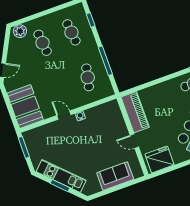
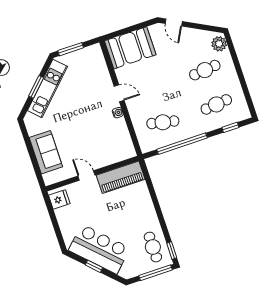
window: (105, 61) -> (182, 144), width x1.46
door: (64, 115) -> (119, 93), hinge flipped
door: (134, 141) -> (86, 176), hinge flipped
window: (24, 147) -> (71, 49), moved
fridge: (160, 159) -> (59, 199), width x0.53, depth x0.75

